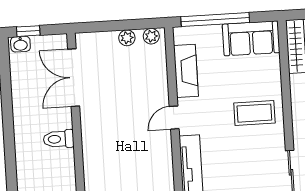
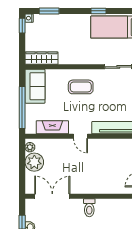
plant: (127, 38) -> (34, 162), width x1.87, depth x1.87
double door: (74, 78) -> (52, 196), swing flipped
coffee table: (254, 113) -> (81, 87), turned 90

